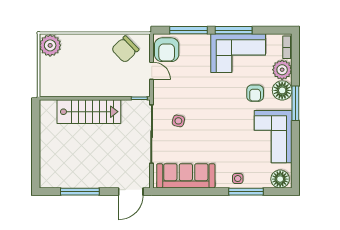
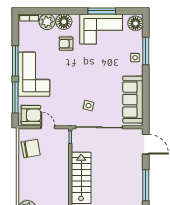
chair: (125, 49) -> (31, 149), turned -56
corner sofa: (238, 53) -> (34, 74), moved
door: (152, 71) -> (48, 127), hinge flipped
armchair: (255, 93) -> (66, 44), turned 180
window: (295, 103) -> (102, 11), moved

